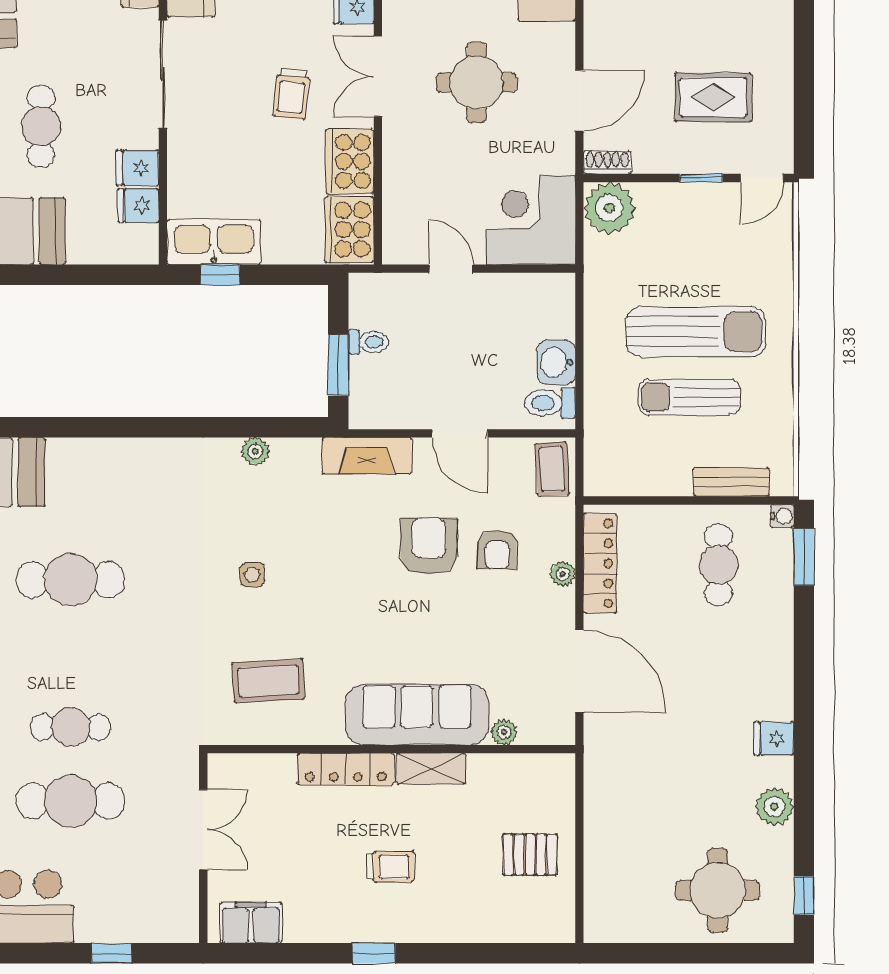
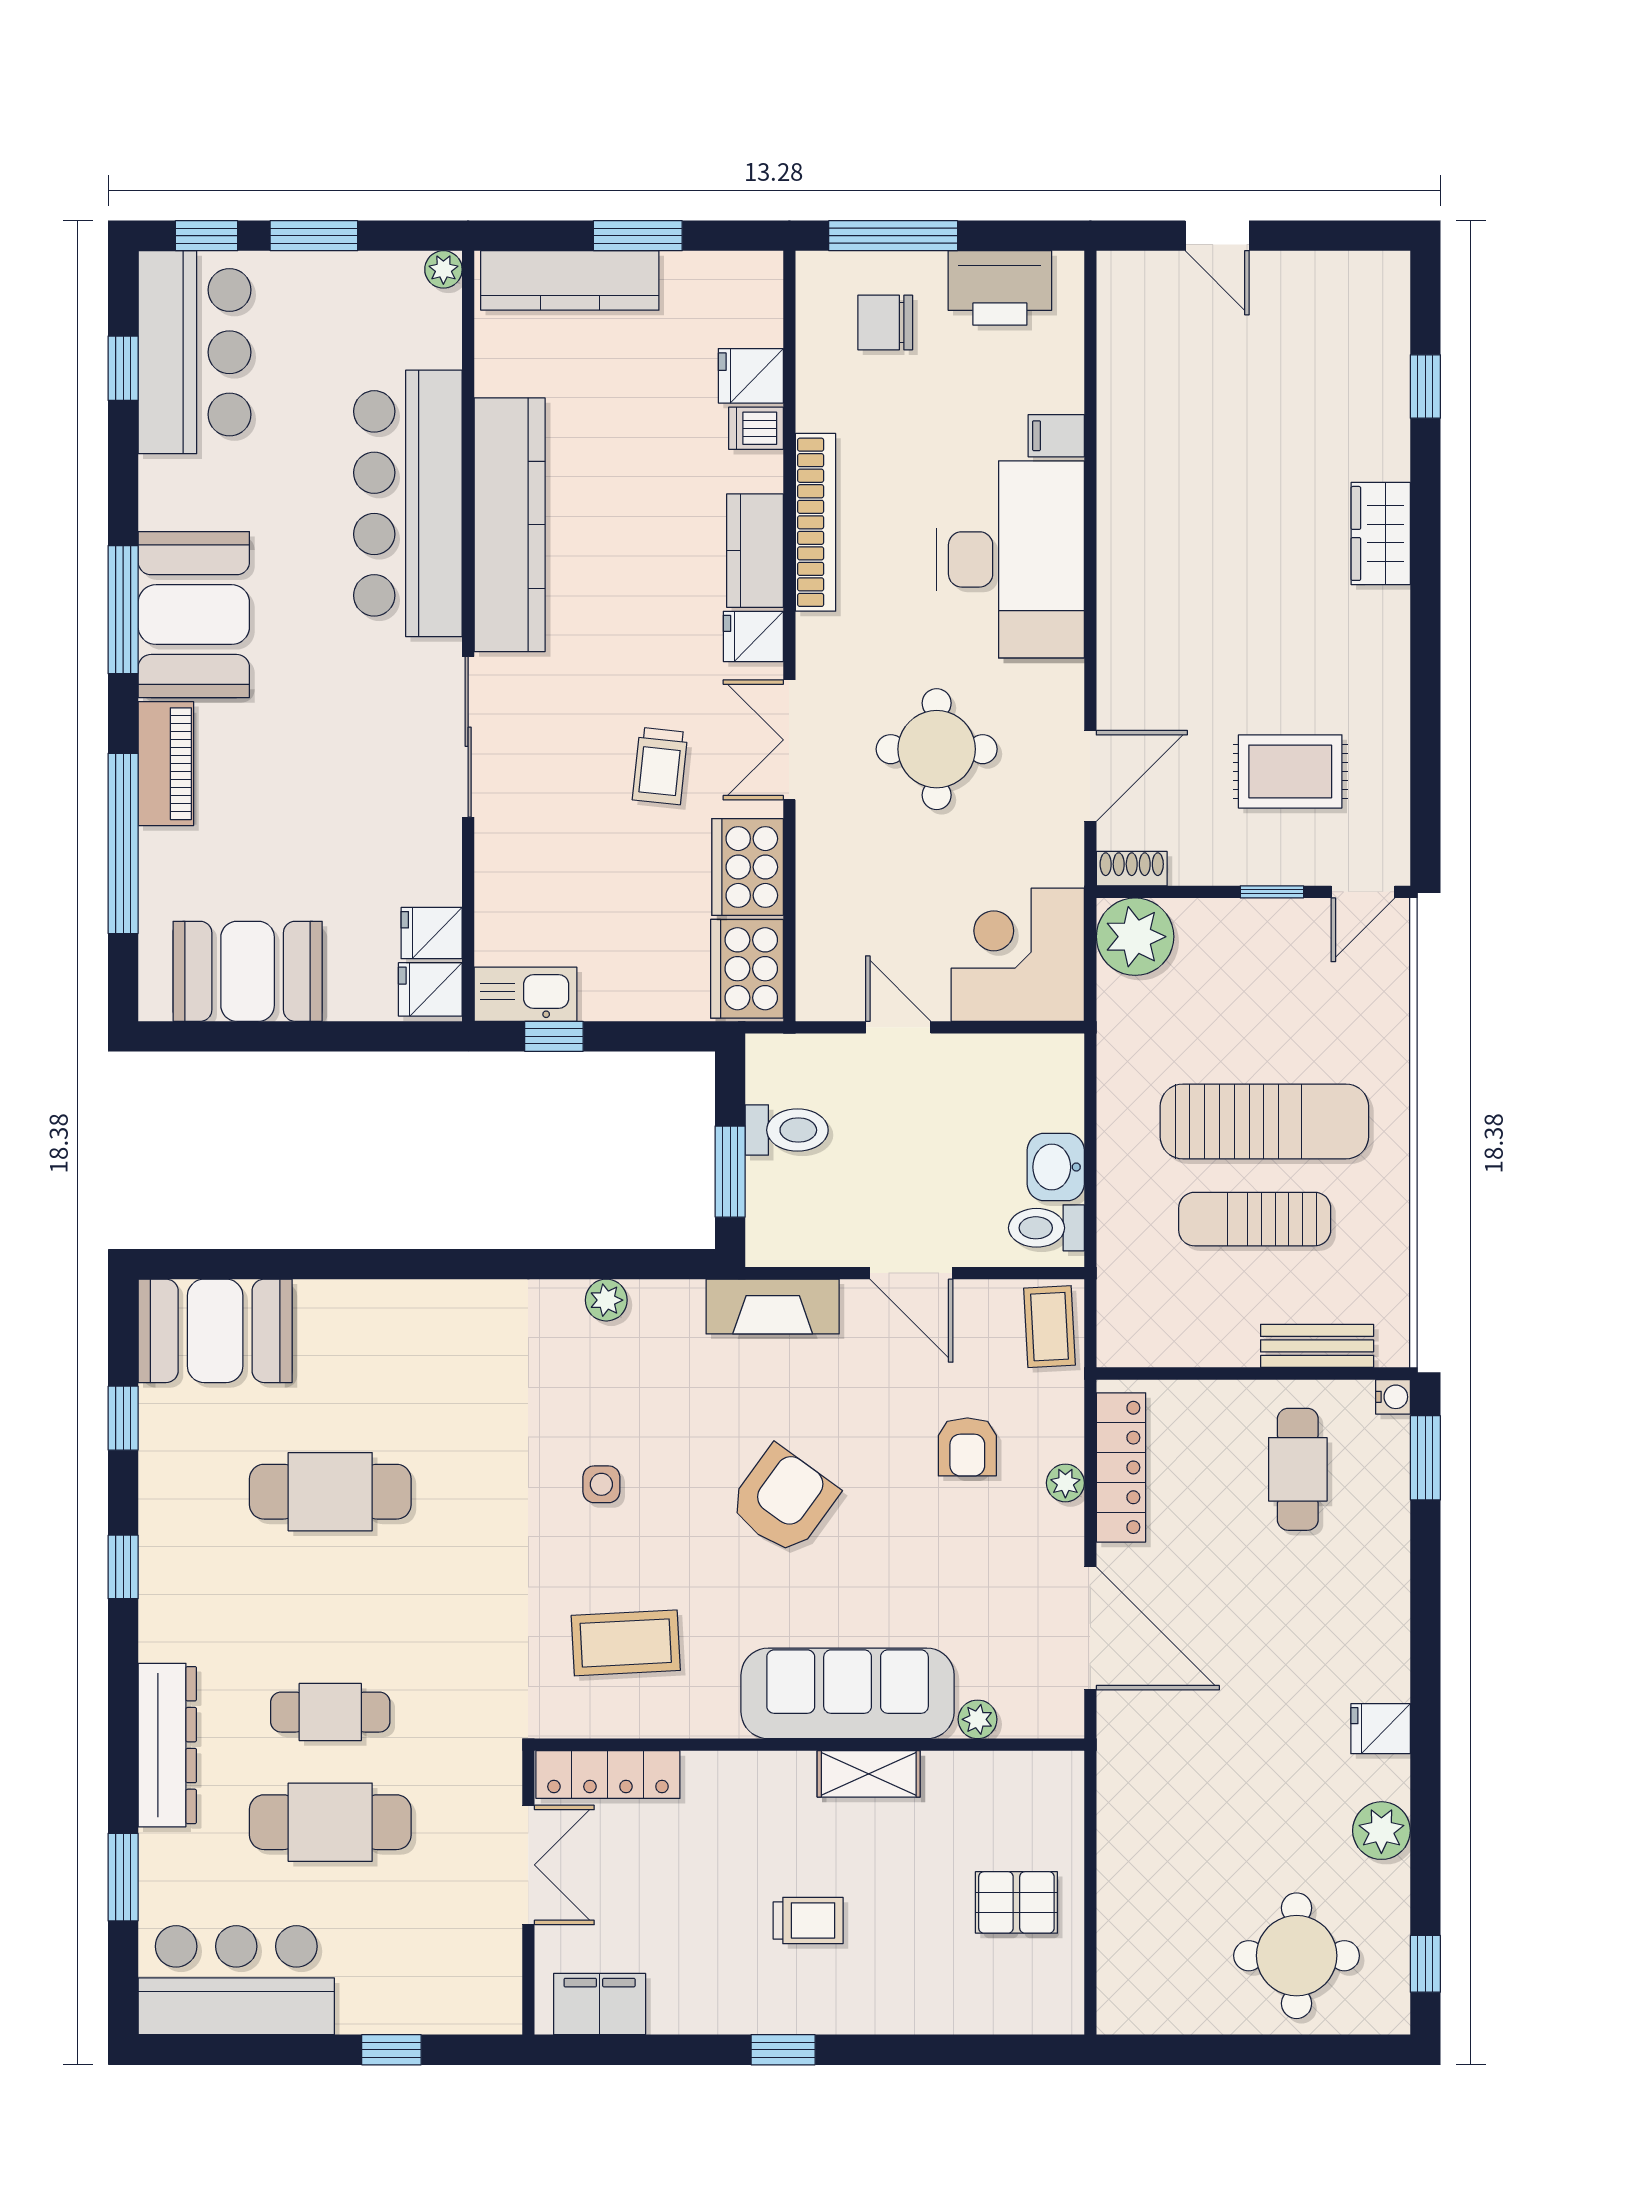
cafe table: (41, 126) -> (286, 815), removed
fridge: (138, 168) -> (430, 989), moved
kitchen sink: (214, 242) -> (526, 994), width x0.73, depth x0.81
toilet: (368, 342) -> (787, 1130), width x1.37, depth x1.39
armchair: (429, 546) -> (783, 1500), moved, turned 36
locker: (346, 769) -> (608, 1775), moved

